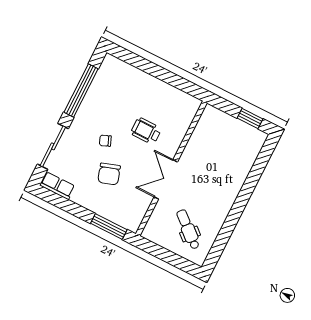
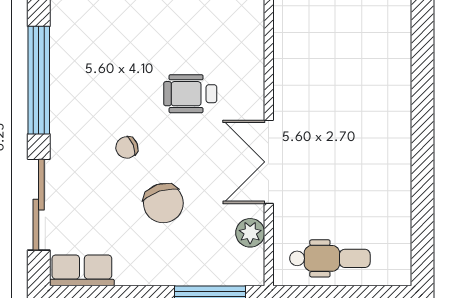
plant: (141, 207) -> (250, 233), added
dental chair: (188, 229) -> (330, 258), moved, turned 139

